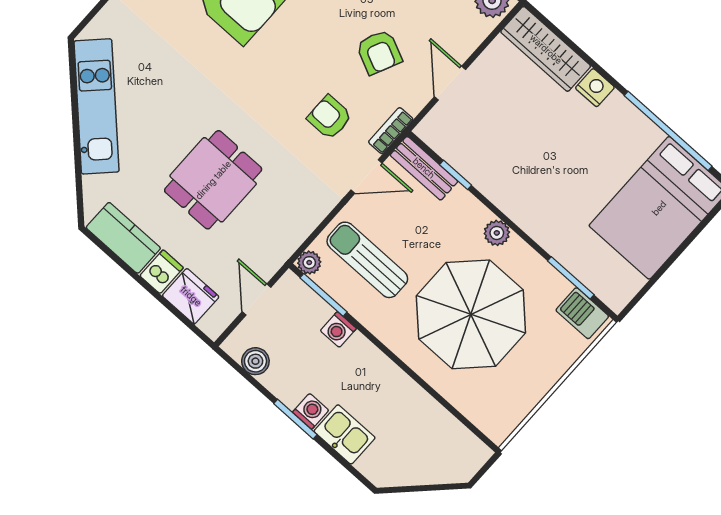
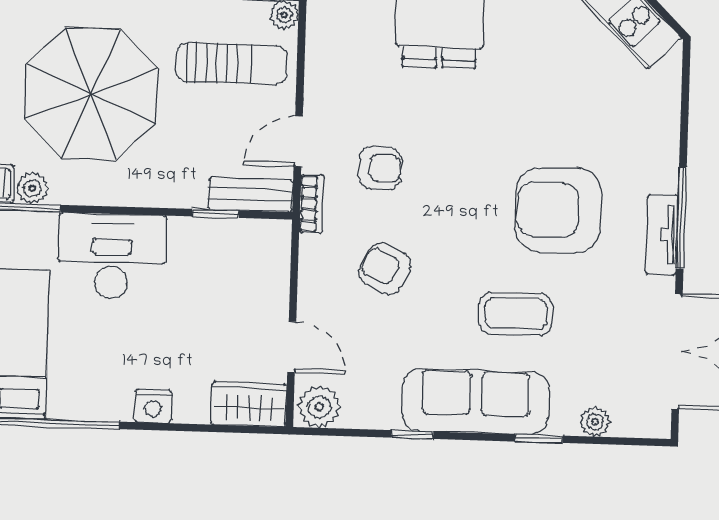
wardrobe: (546, 49) -> (249, 404), width x0.67
door: (450, 83) -> (292, 347), moved
desk: (543, 203) -> (112, 256), added
plant: (497, 233) -> (32, 188), moved

